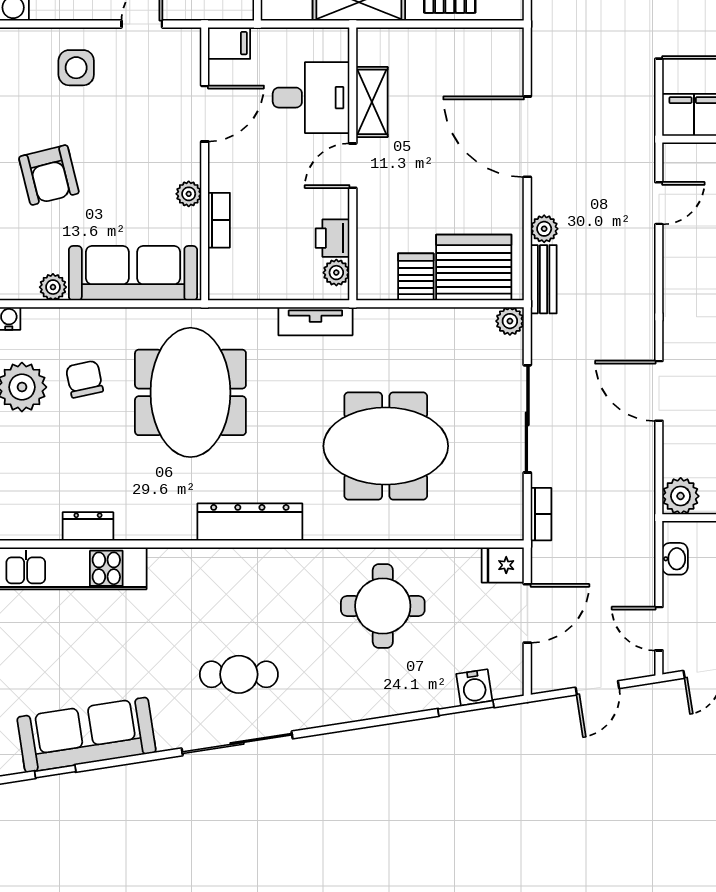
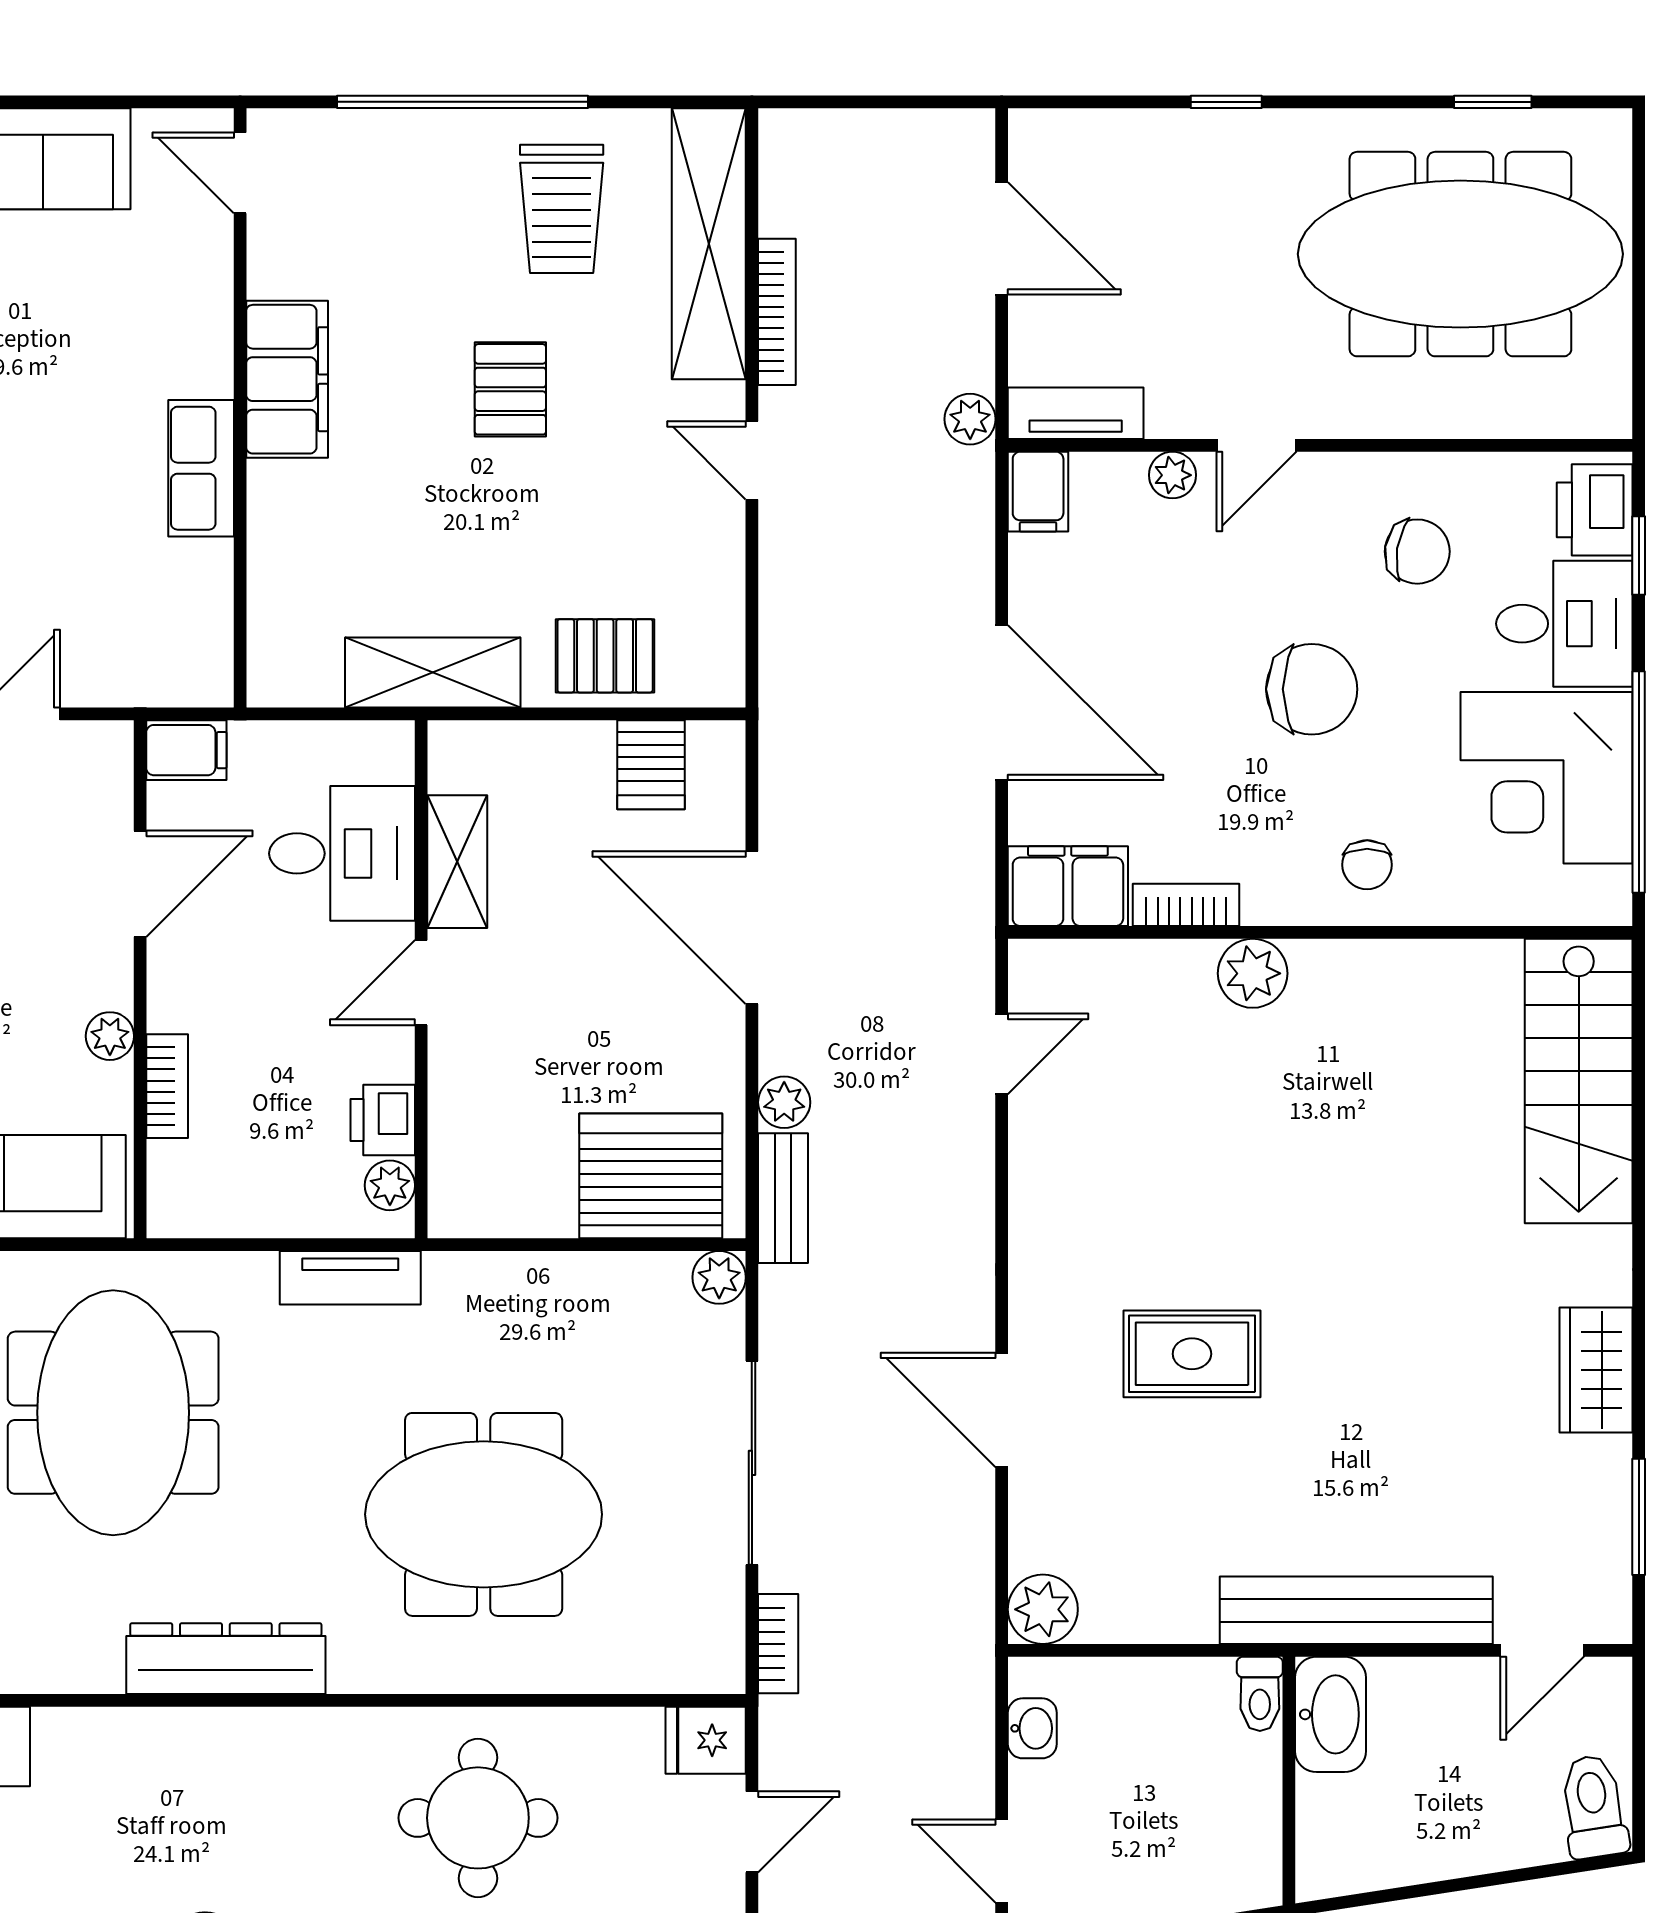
server rack: (416, 277) -> (651, 765), moved, turned 180
door: (527, 613) -> (752, 1832), width x0.73

